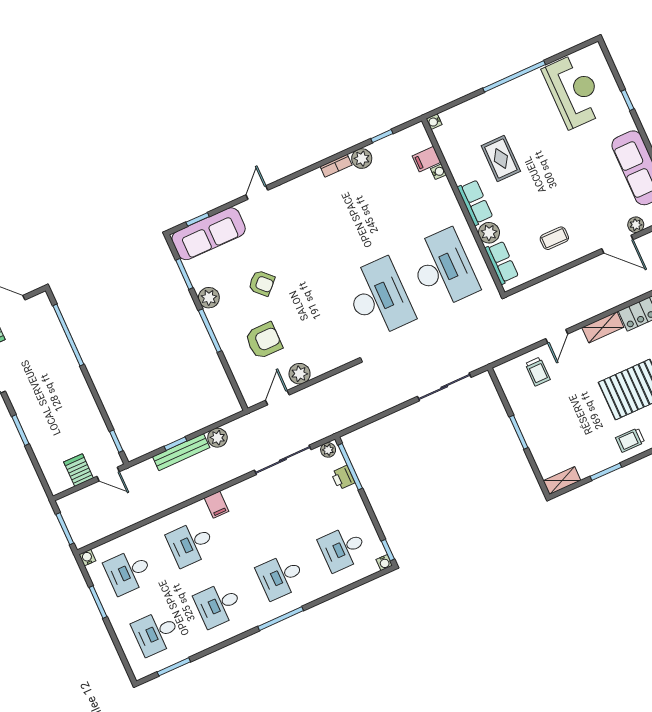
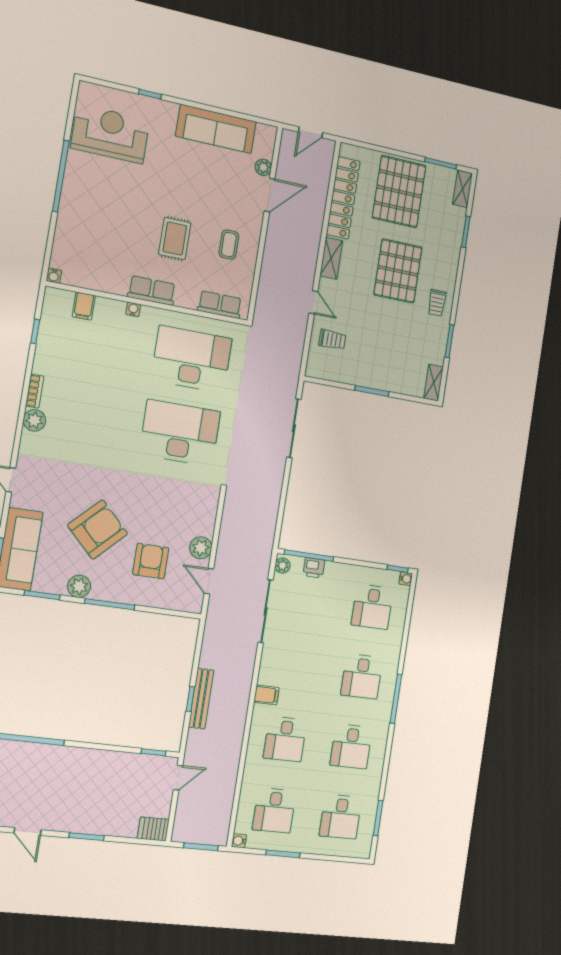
rug: (501, 158) -> (175, 239), moved, turned 90
plant: (362, 159) -> (34, 420), moved
water cooler: (439, 172) -> (133, 309), moved
plant: (489, 233) -> (187, 297), removed
armchair: (262, 283) -> (98, 529), width x1.88, depth x1.88
plant: (217, 438) -> (209, 658), removed
server rack: (79, 470) -> (153, 829), moved

